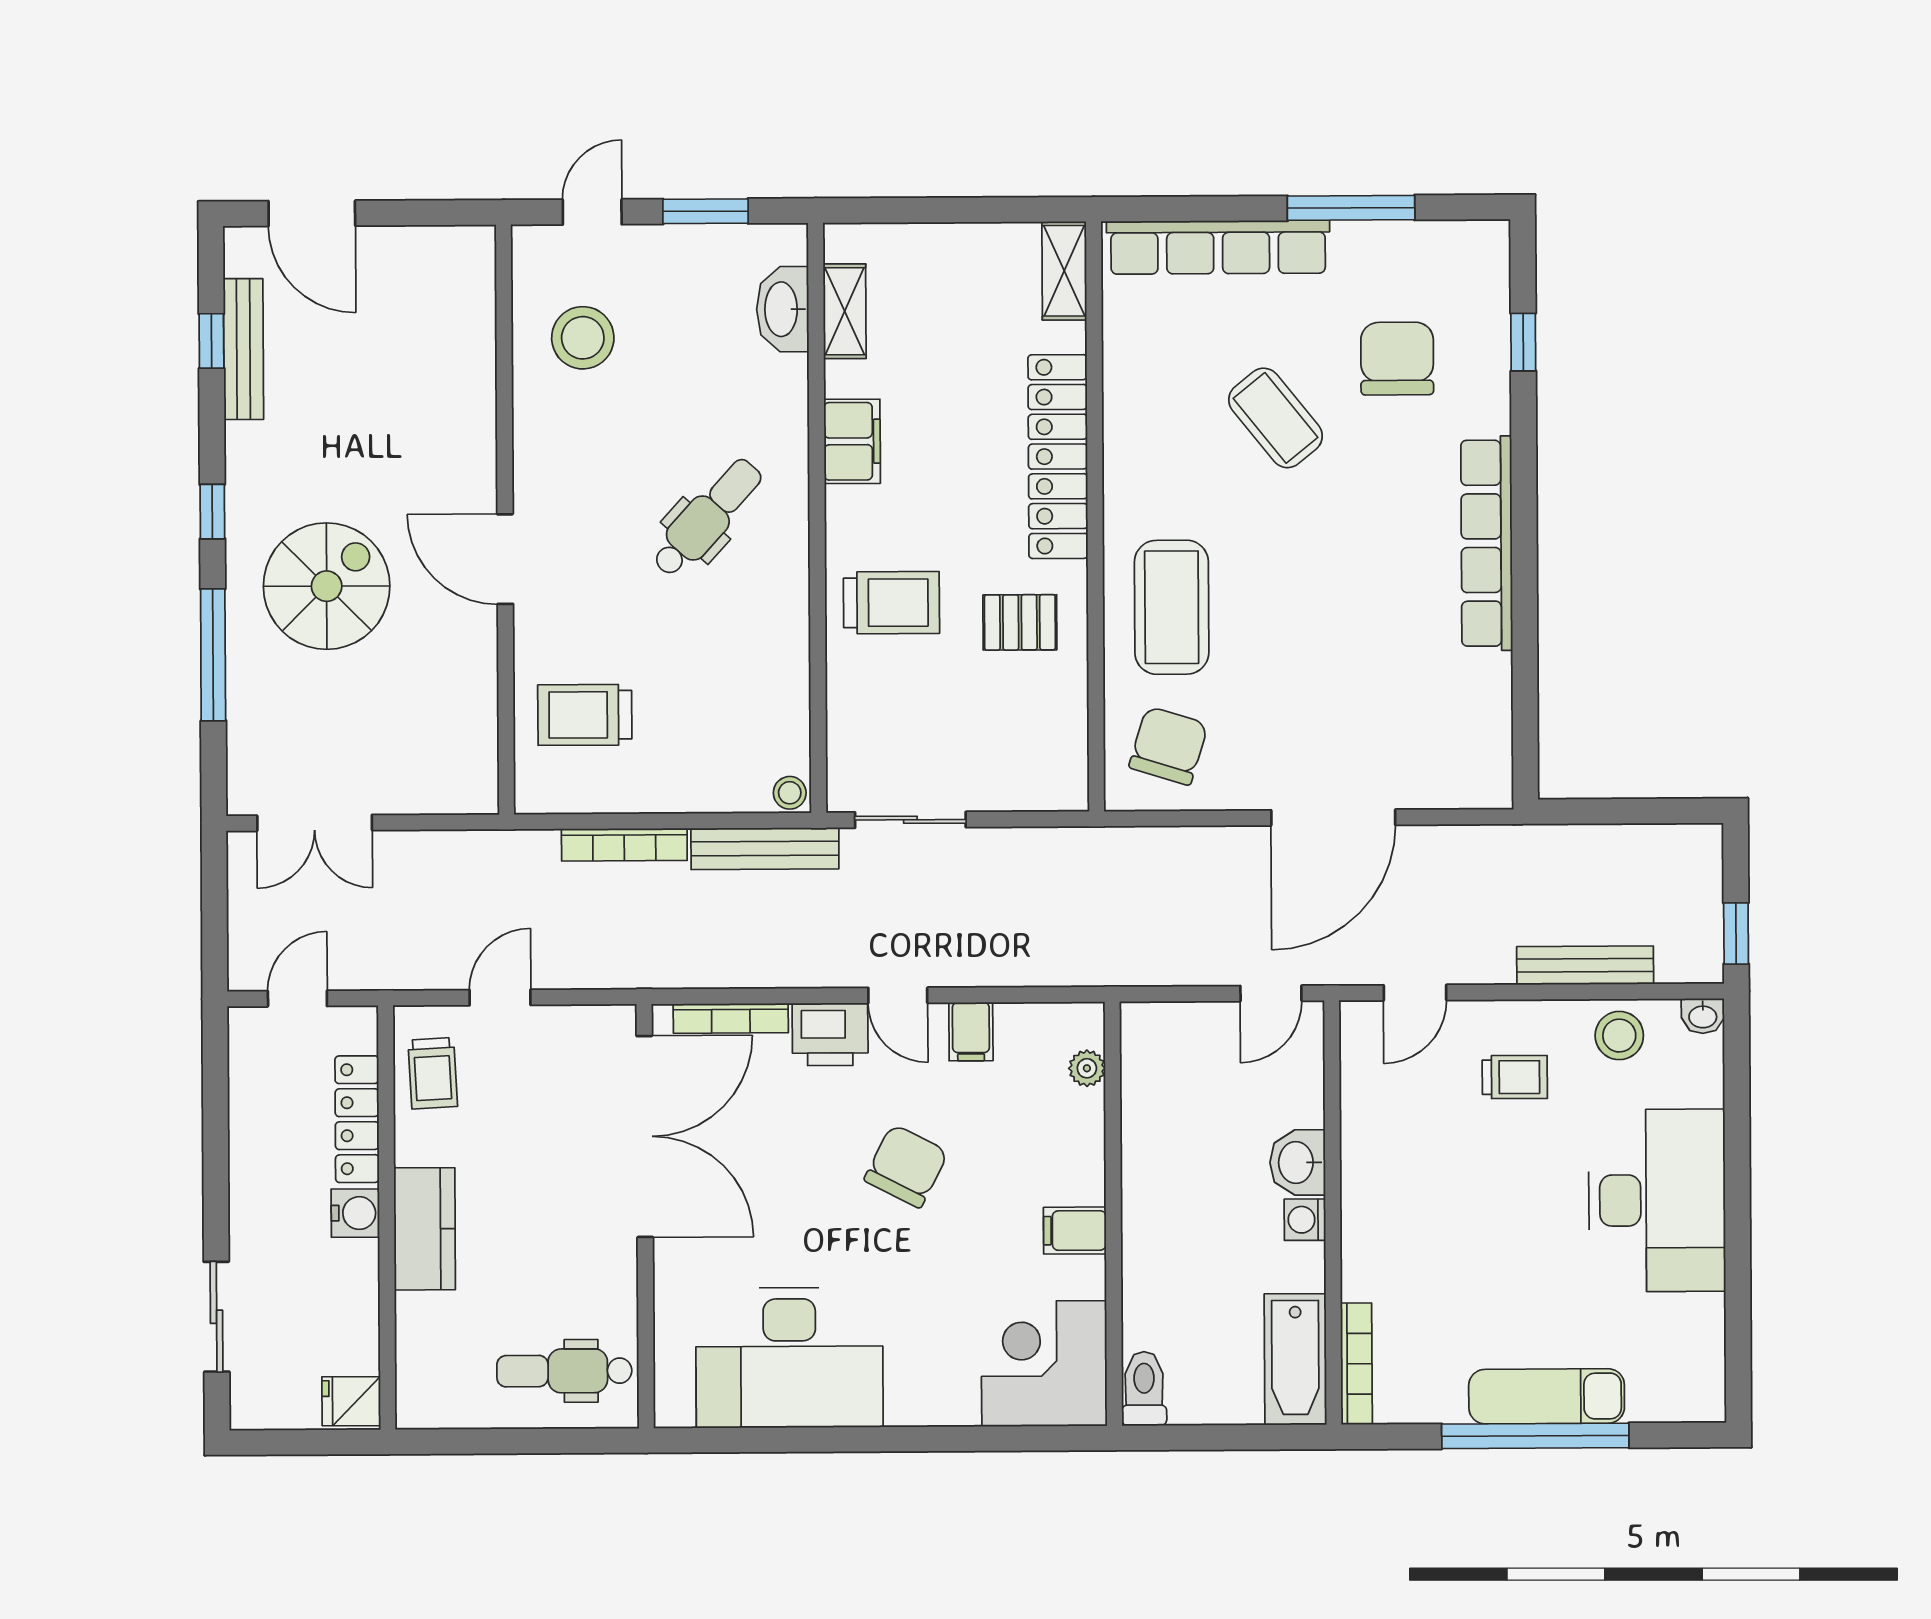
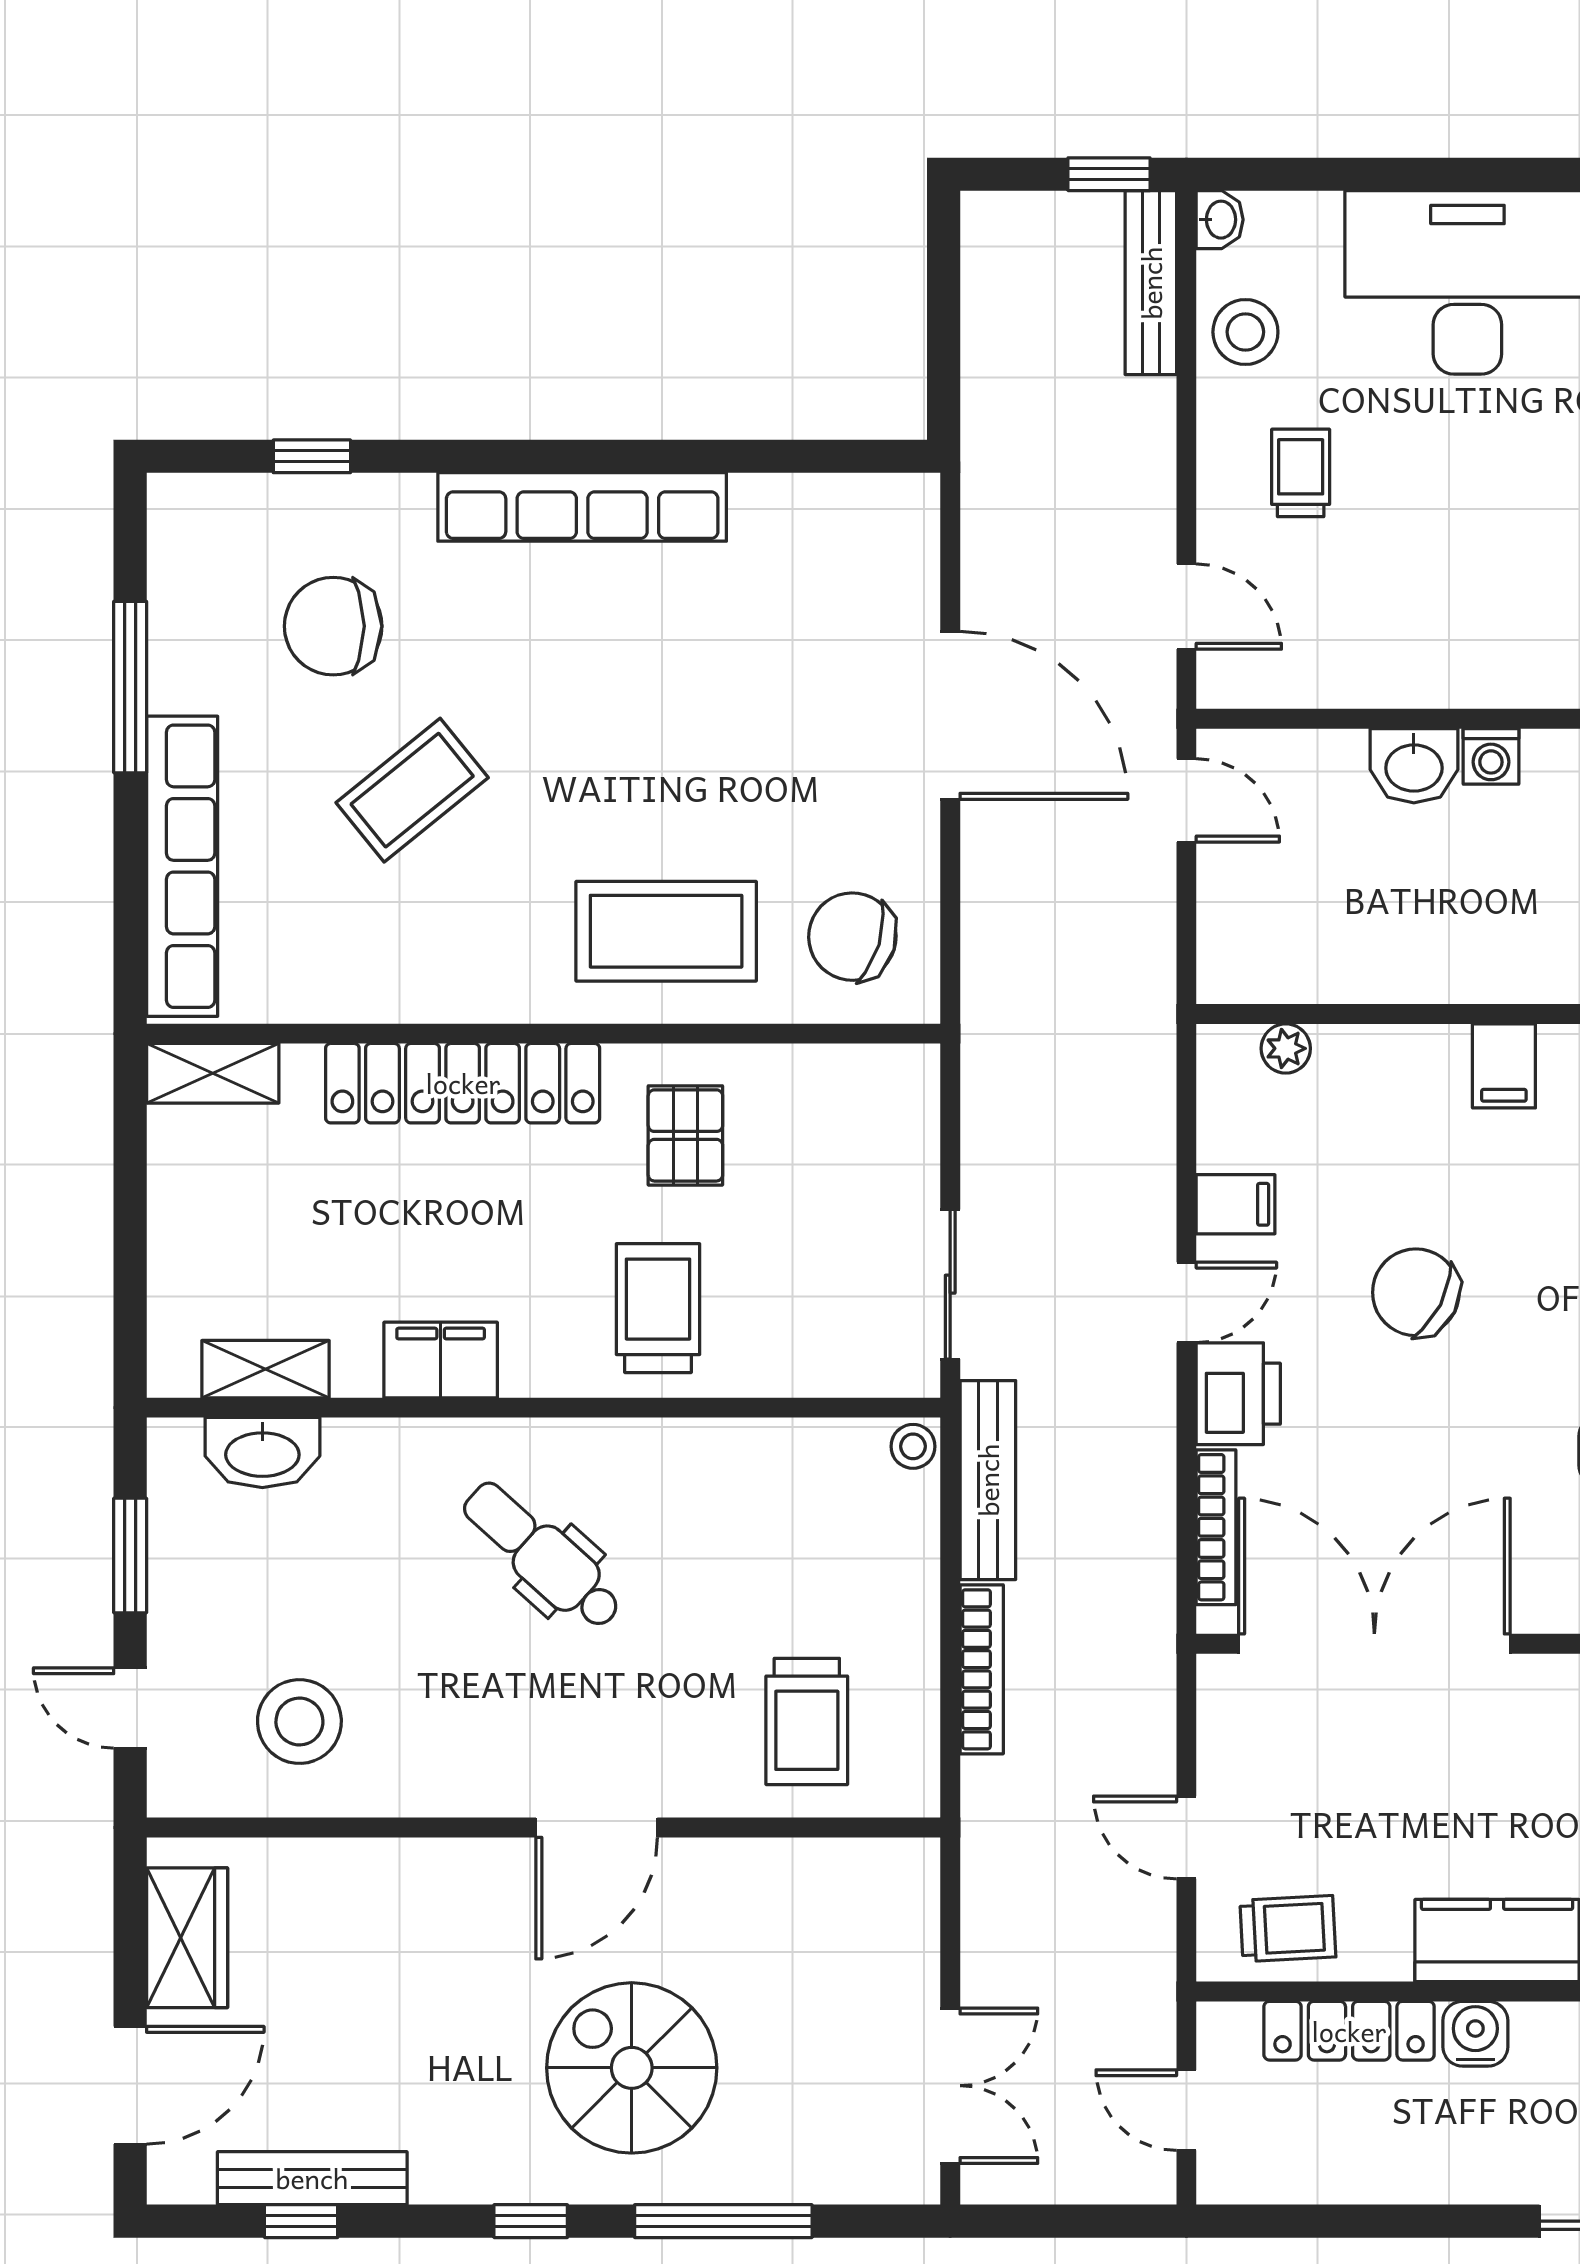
wardrobe: (422, 255) -> (187, 1938), added
bench: (1585, 965) -> (1151, 283), moved

